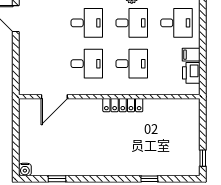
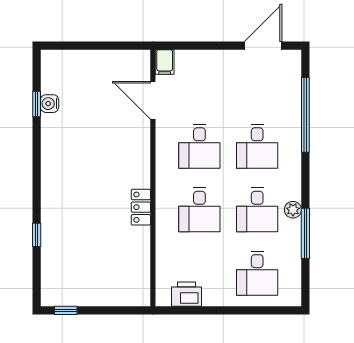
filing cabinet: (191, 55) -> (165, 62), moved, turned 180
locker: (123, 105) -> (141, 207), width x0.66
water cooler: (25, 170) -> (50, 104), moved

